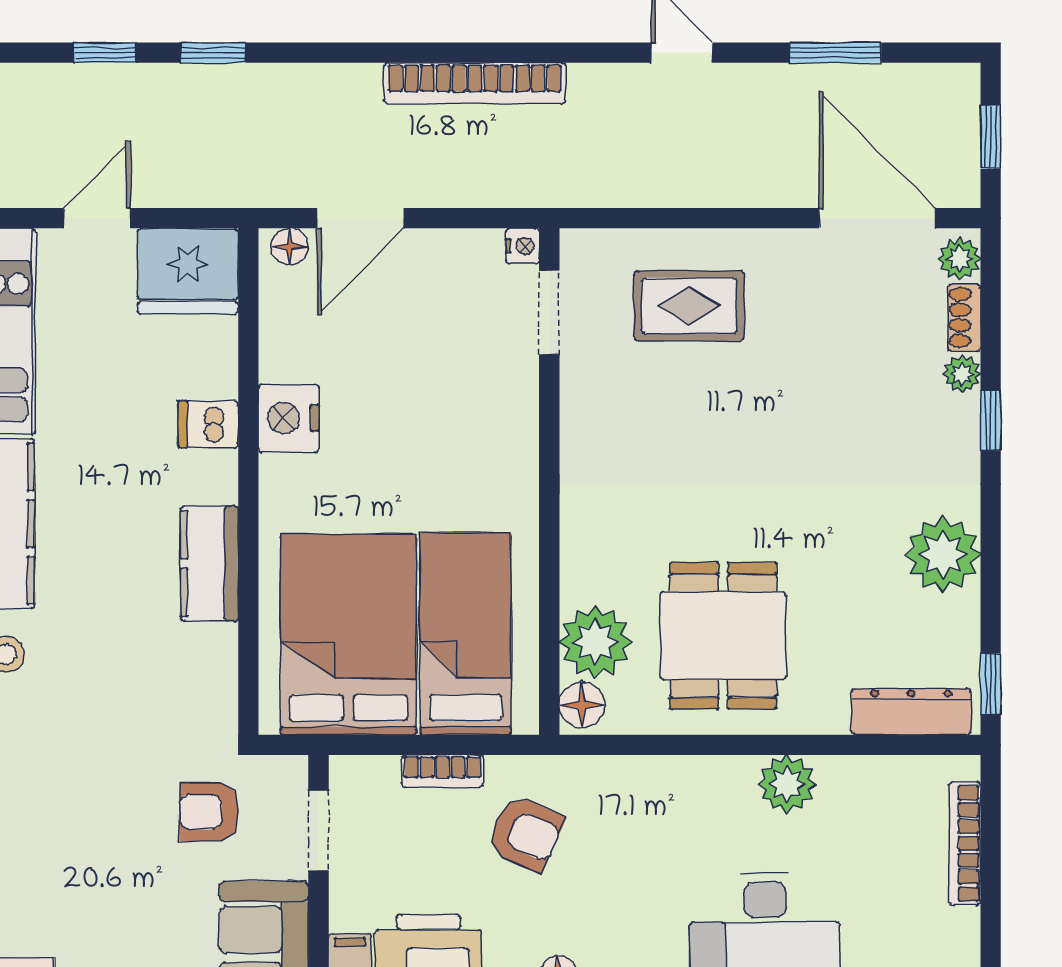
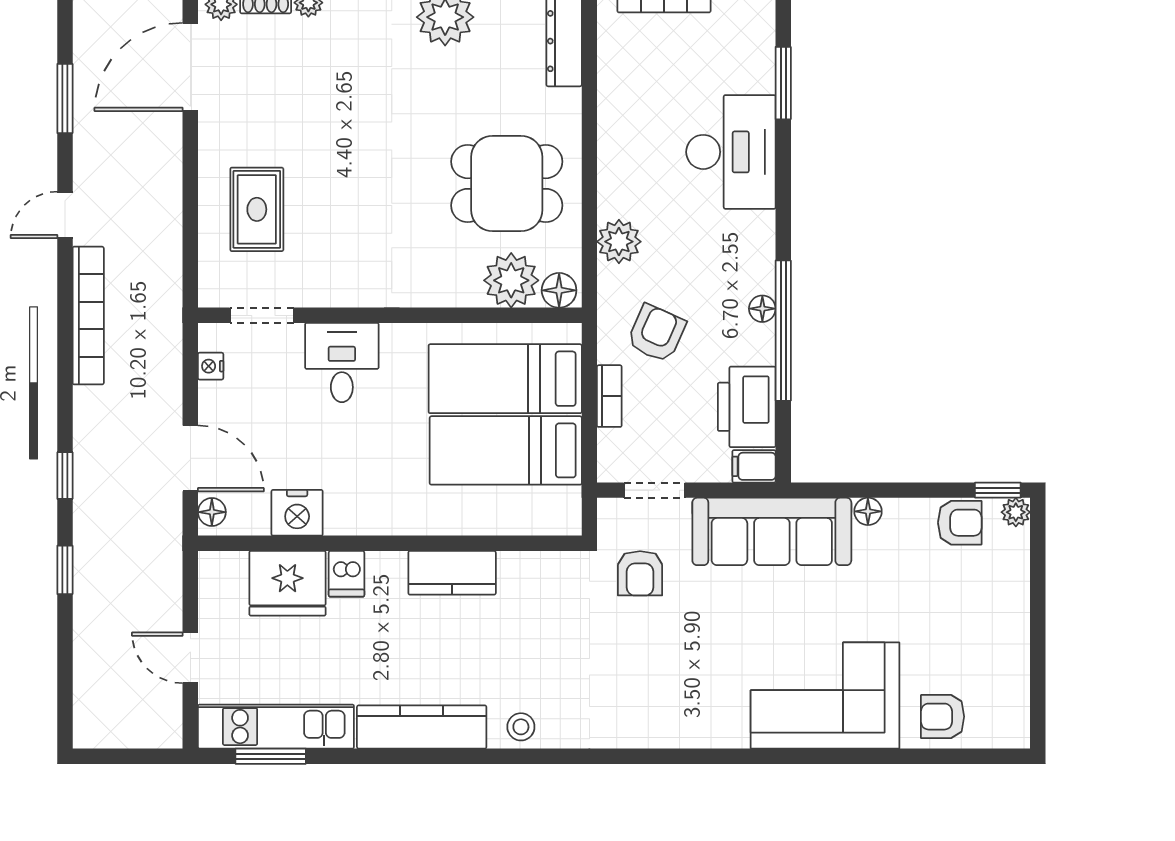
window: (105, 53) -> (65, 476), moved
bookcase: (475, 83) -> (88, 316), moved
nightstand: (522, 246) -> (211, 366), moved, turned -90
fridge: (188, 271) -> (287, 583), moved, turned 90
nightstand: (289, 418) -> (297, 513), moved
desk: (487, 418) -> (342, 363), added
bed: (348, 634) -> (506, 450), width x0.67
plant: (787, 784) -> (619, 242), moved

